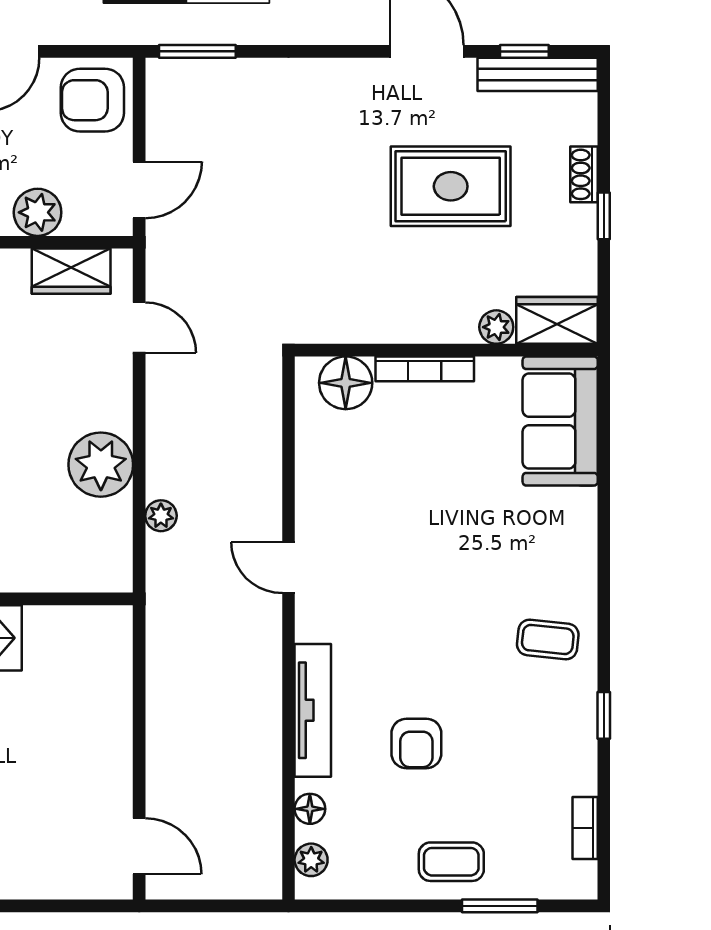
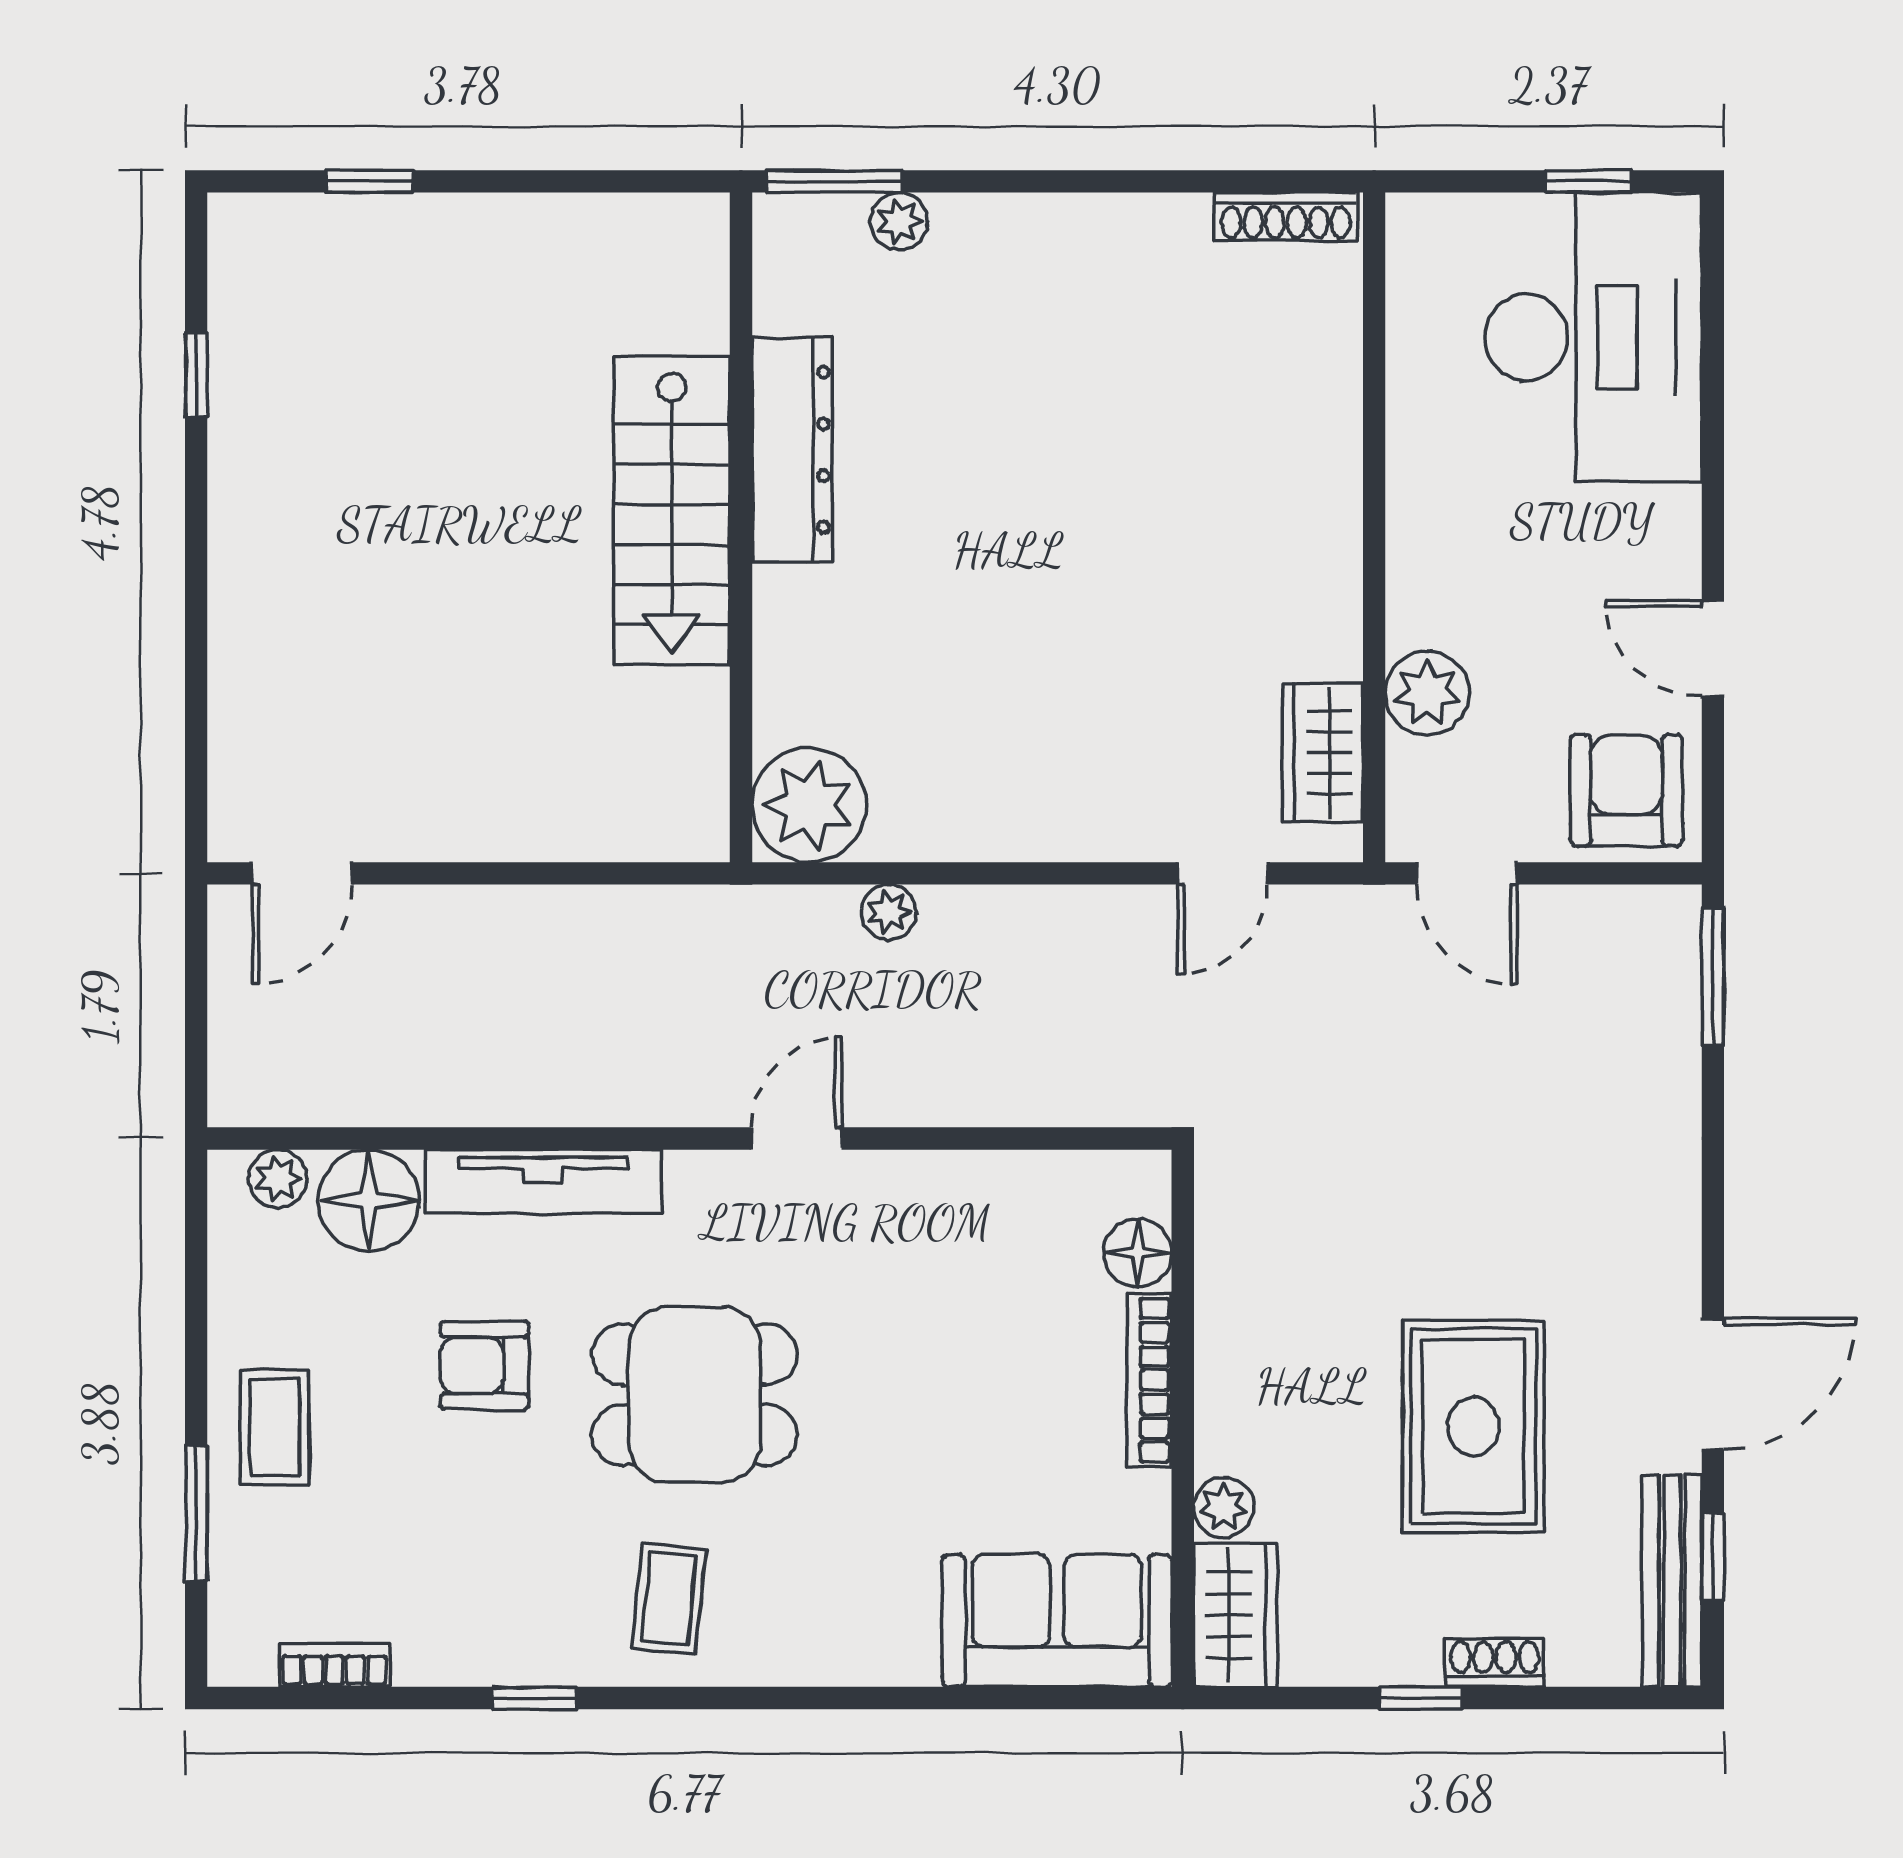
floor lamp: (346, 383) -> (1137, 1253), width x0.73, depth x0.73
plant: (101, 465) -> (809, 805), moved
dining table: (433, 625) -> (695, 1395), added
floor lamp: (310, 809) -> (369, 1200), width x1.89, depth x1.89

